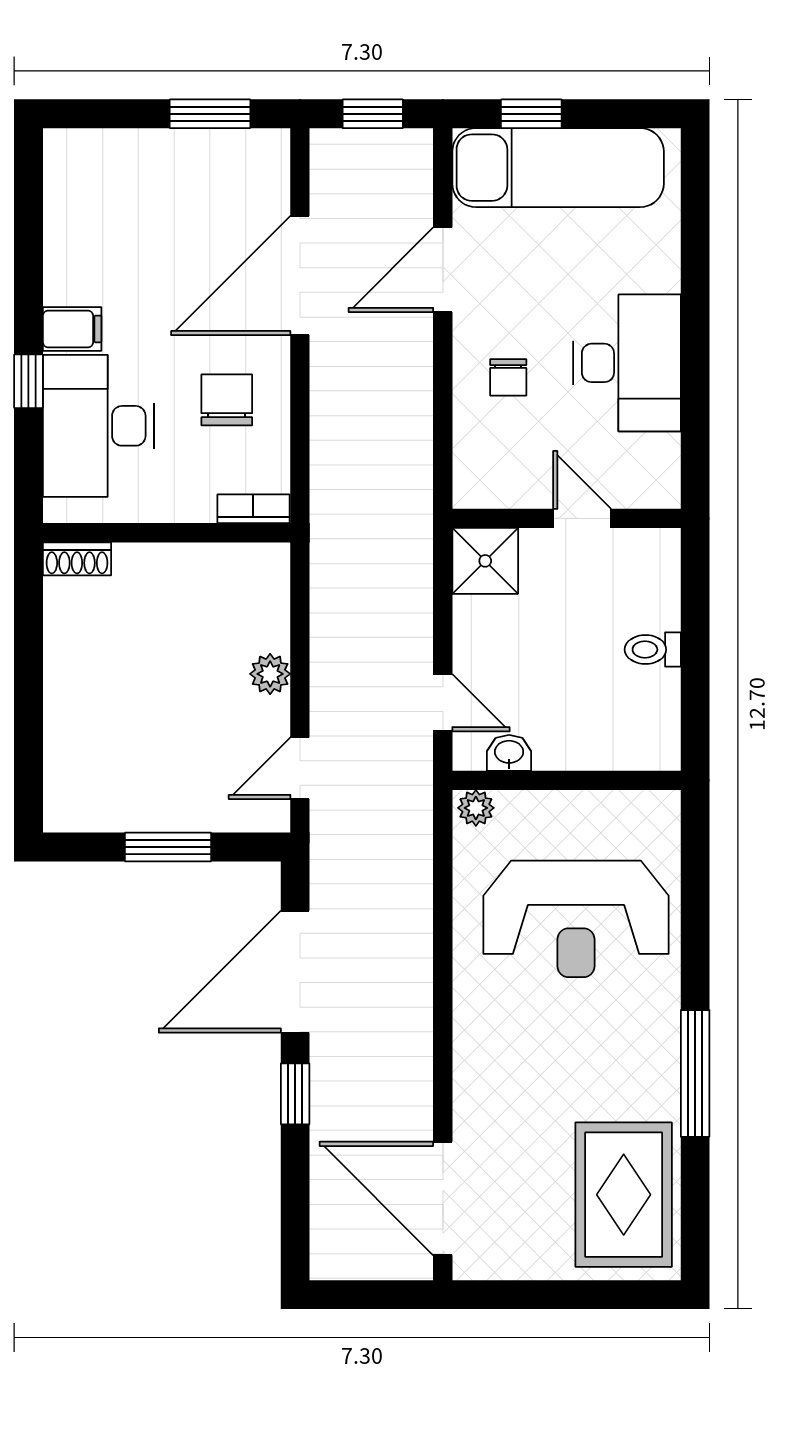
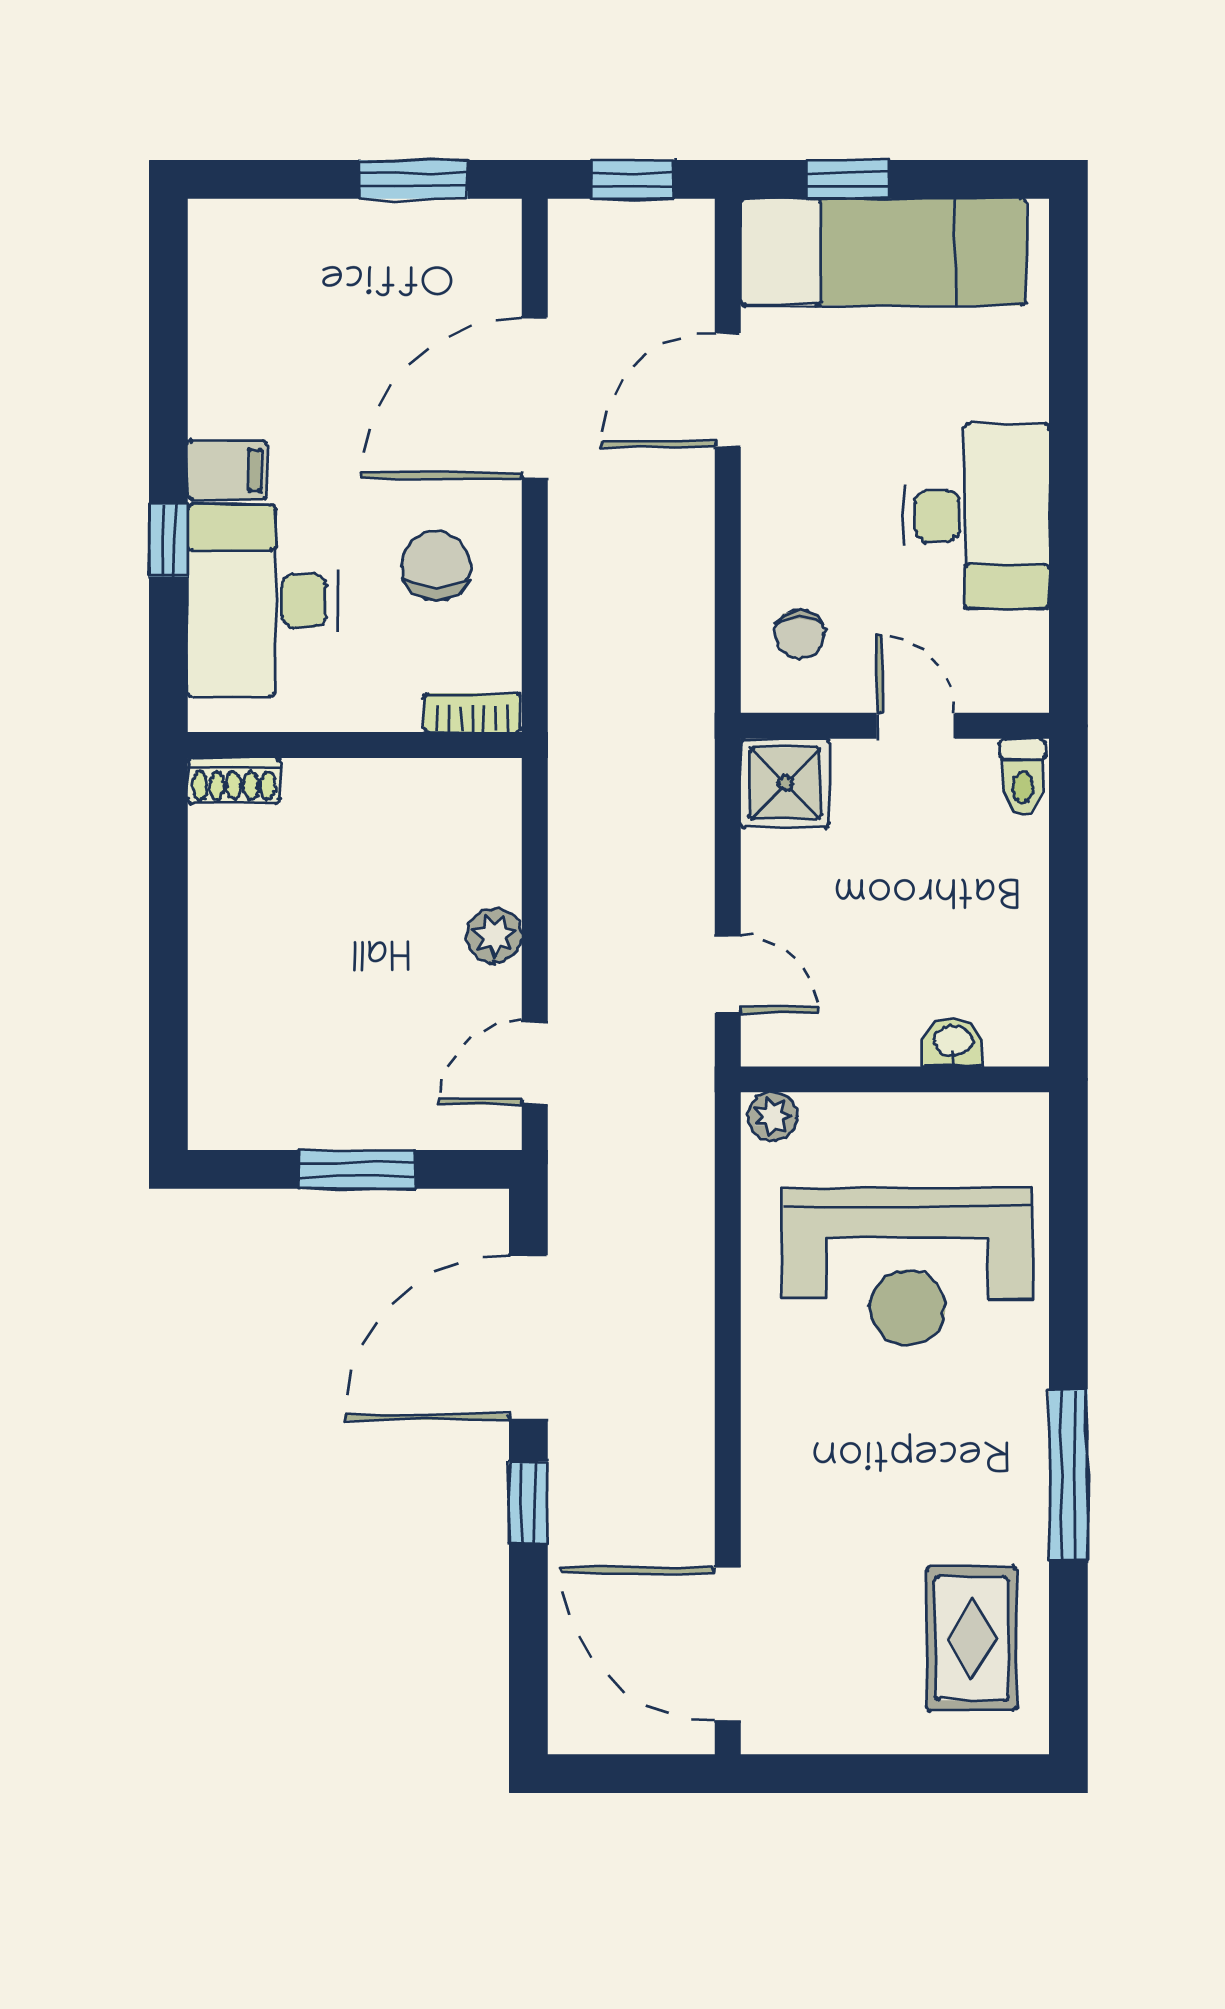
chair: (508, 377) -> (800, 634), moved
toilet: (653, 650) -> (1023, 777), moved, turned -90
washbasin: (509, 753) -> (953, 1042), moved
rug: (624, 1195) -> (972, 1639), width x0.73, depth x0.70

